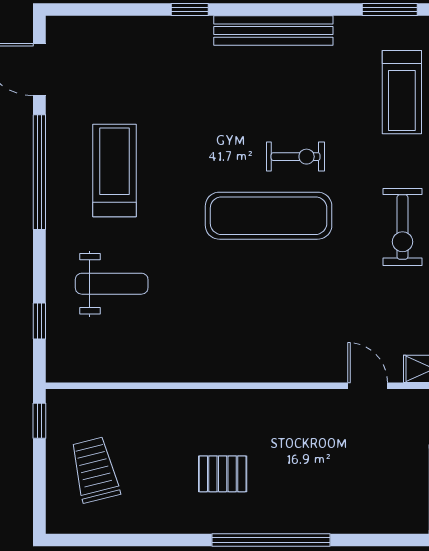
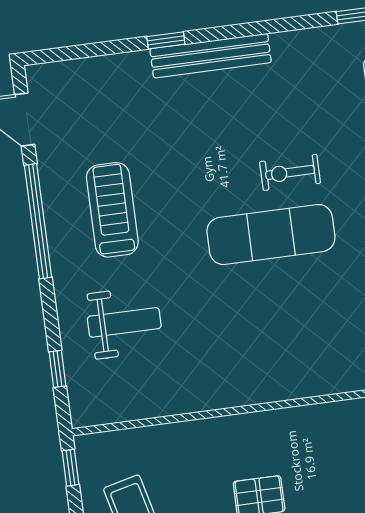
bench: (273, 31) -> (211, 56), moved
exercise bike: (296, 157) -> (290, 172), turned 180

